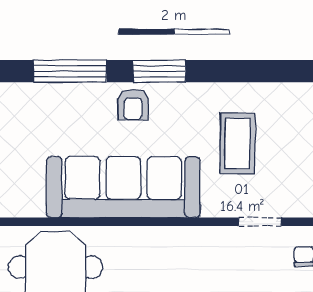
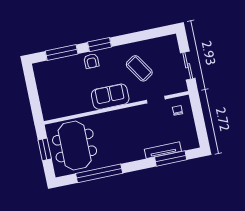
coffee table: (237, 144) -> (139, 68), turned -34
sofa: (123, 187) -> (110, 97), width x0.54, depth x0.79

